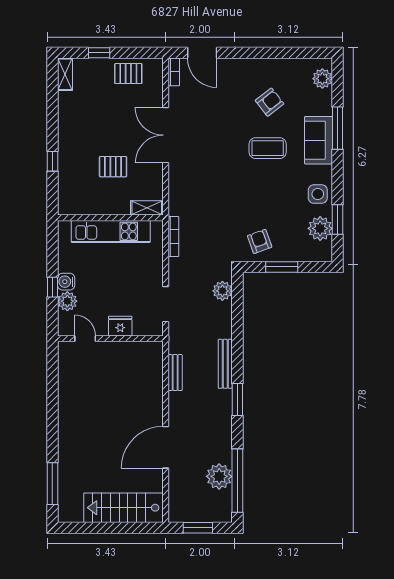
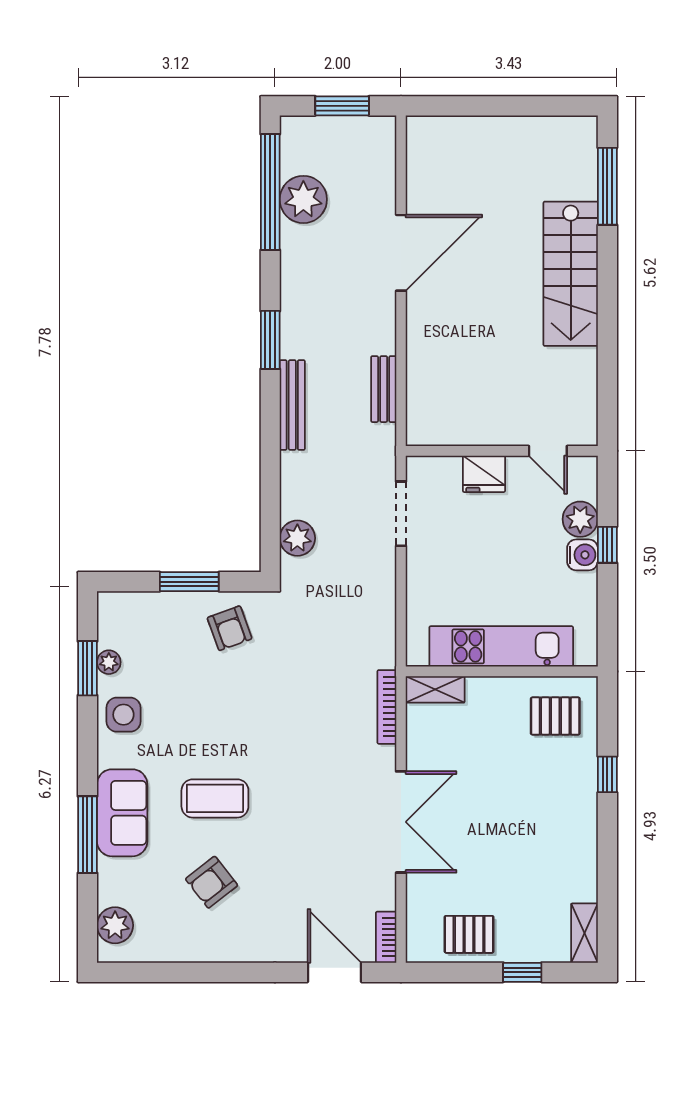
pallet: (113, 167) -> (555, 716), moved
plant: (320, 228) -> (109, 662), width x0.53, depth x0.53
bookcase: (173, 237) -> (387, 707), moved
stairs: (123, 508) -> (571, 274), moved, turned 90

